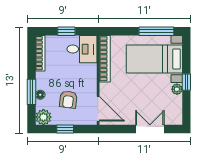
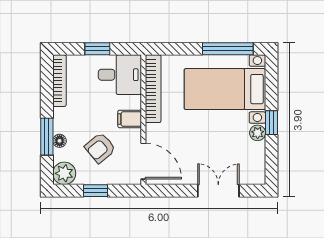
filing cabinet: (89, 80) -> (130, 119), added
armchair: (68, 99) -> (100, 148), turned 43

